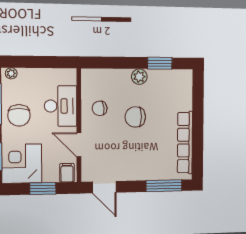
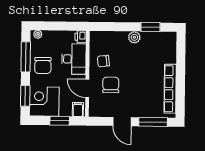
printer: (69, 76) -> (81, 37), added
chair: (135, 117) -> (111, 85), moved, turned 90
door: (104, 187) -> (122, 122), moved

